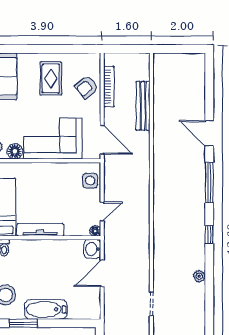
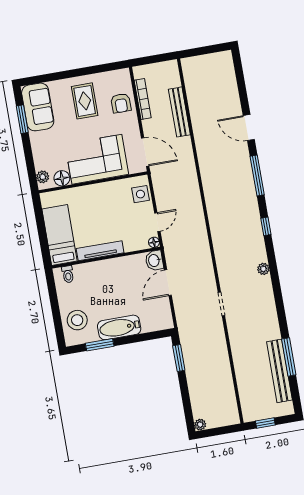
armchair: (86, 87) -> (121, 103), turned -51

